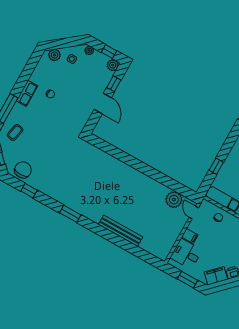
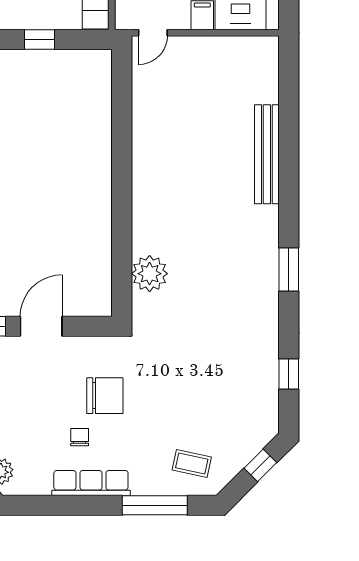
row of seats: (27, 93) -> (91, 483), width x1.48
chair: (23, 170) -> (105, 396), moved, turned 180
plant: (174, 200) -> (150, 274), moved

